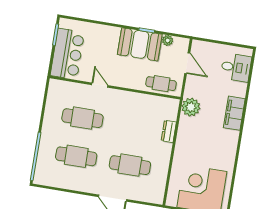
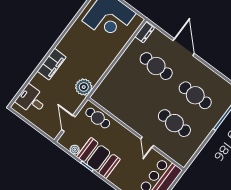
dresser: (169, 131) -> (145, 32), moved

